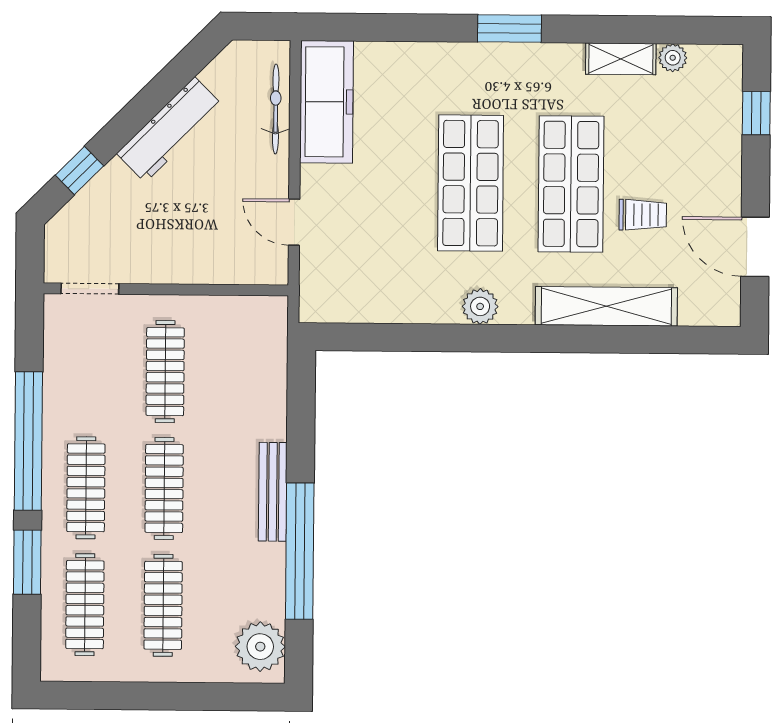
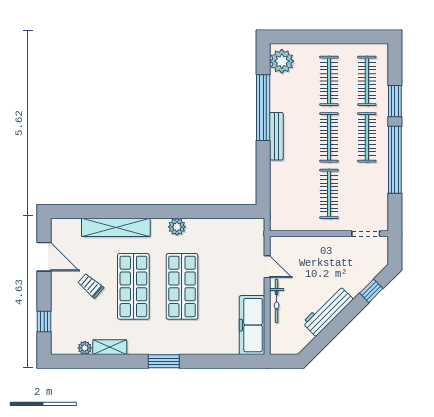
bicycle: (276, 109) -> (277, 301), moved
trolley: (643, 215) -> (91, 286), moved, turned 41

